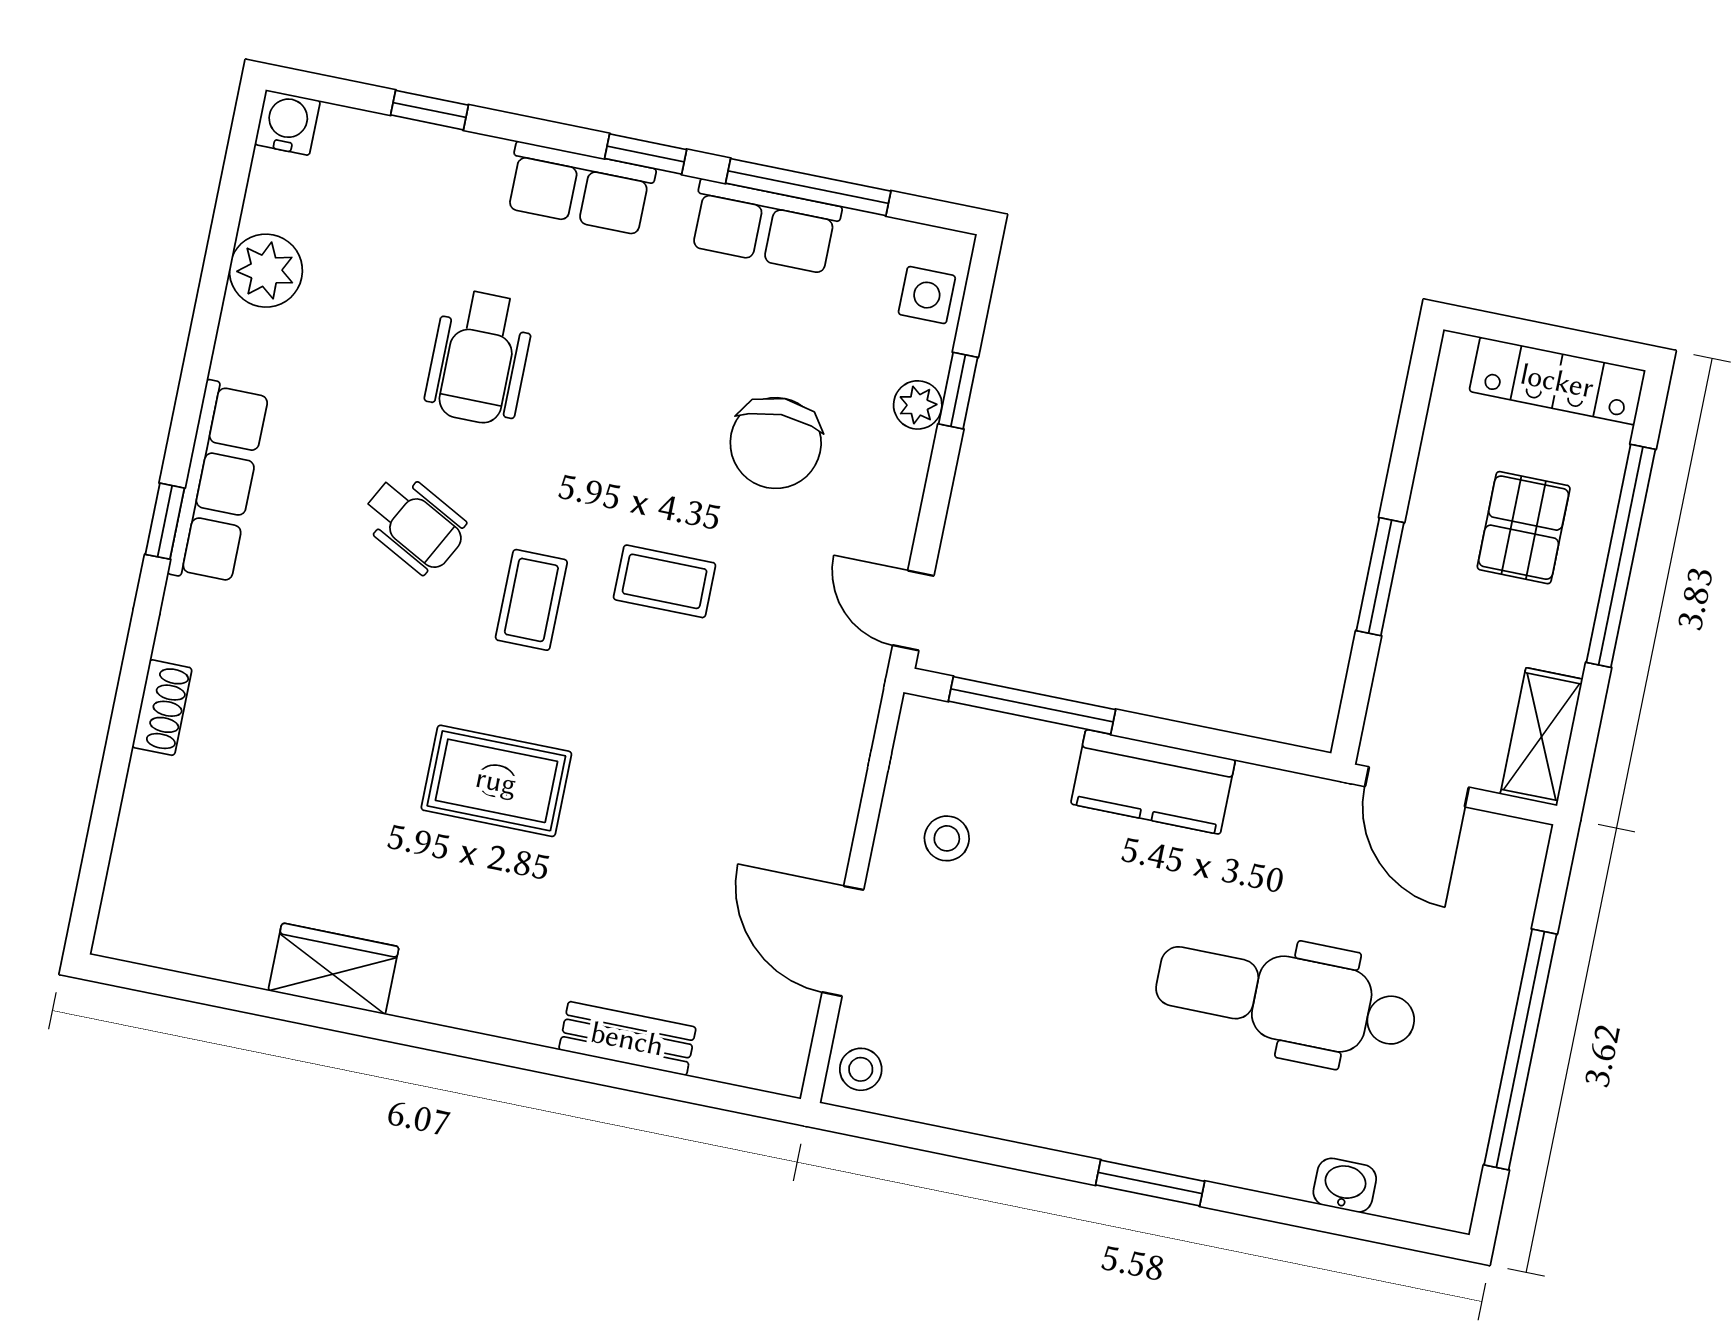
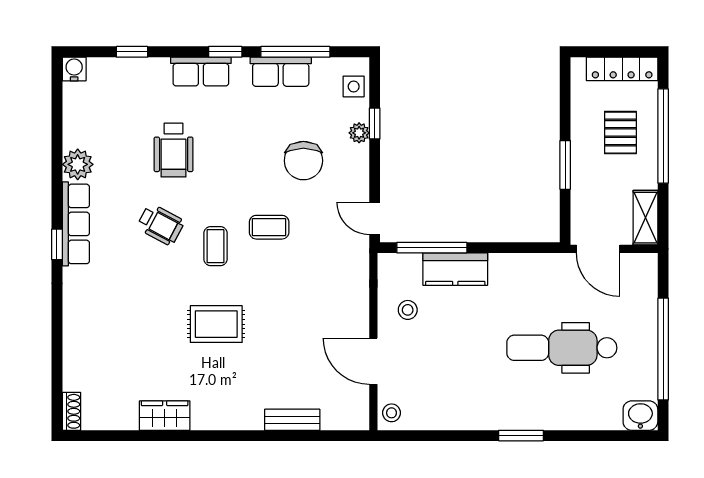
plant: (266, 271) -> (78, 164), moved
shoe rack: (162, 708) -> (71, 411), moved
kitchen counter: (1153, 782) -> (455, 269), moved
washbasin: (1345, 1185) -> (640, 416), moved, width x1.38, depth x1.45

